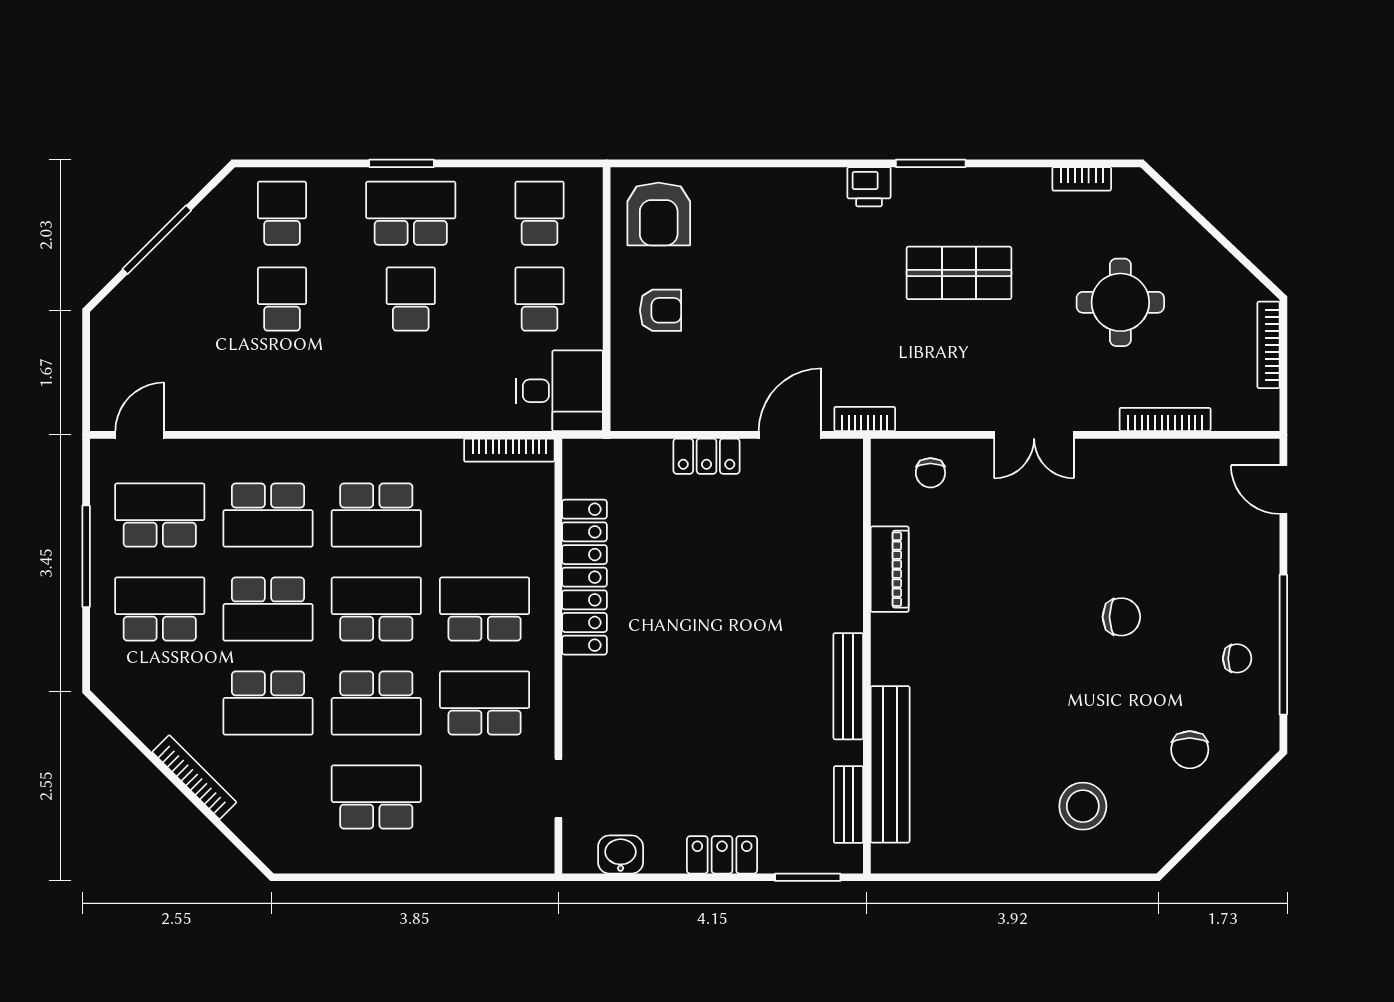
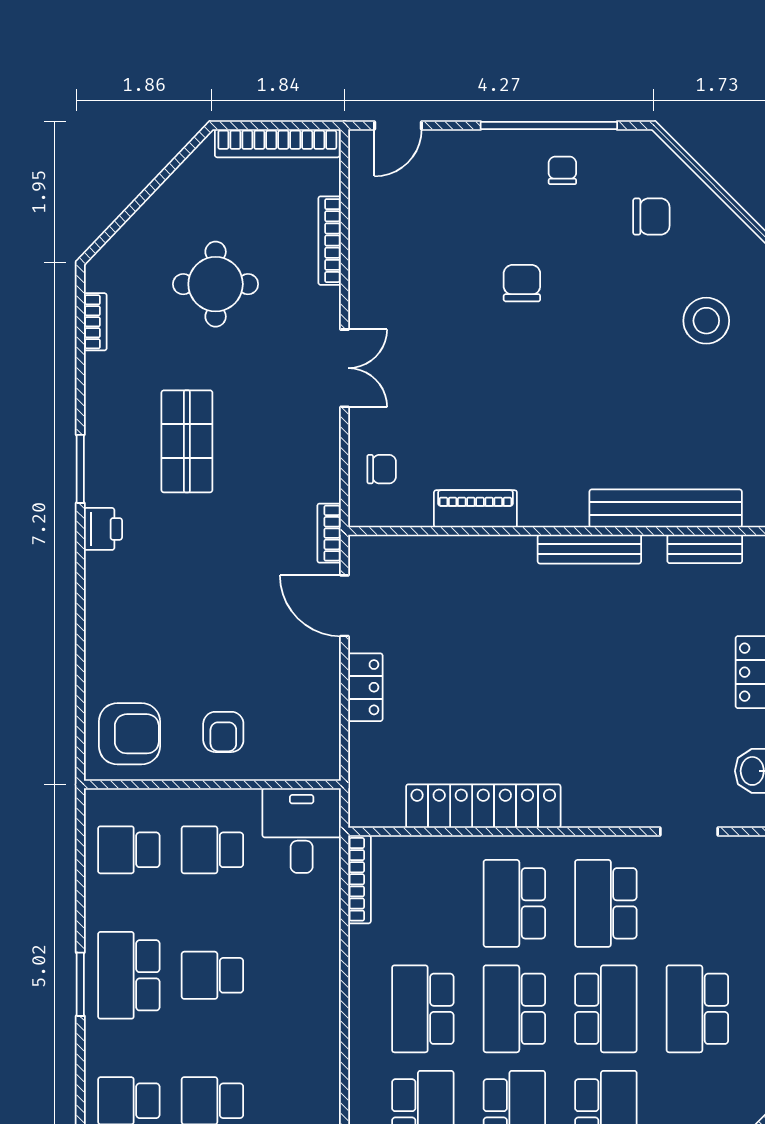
armchair: (661, 310) -> (223, 732), turned 180
bookcase: (1269, 345) -> (277, 143), width x1.48, depth x1.31
school desk: (376, 515) -> (423, 1009), turned 180

